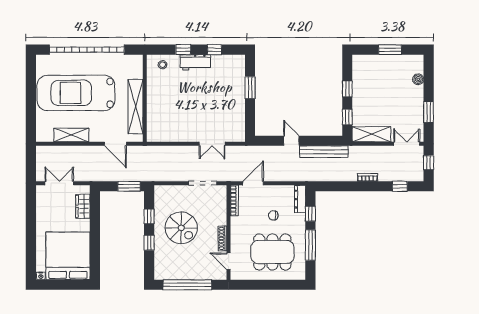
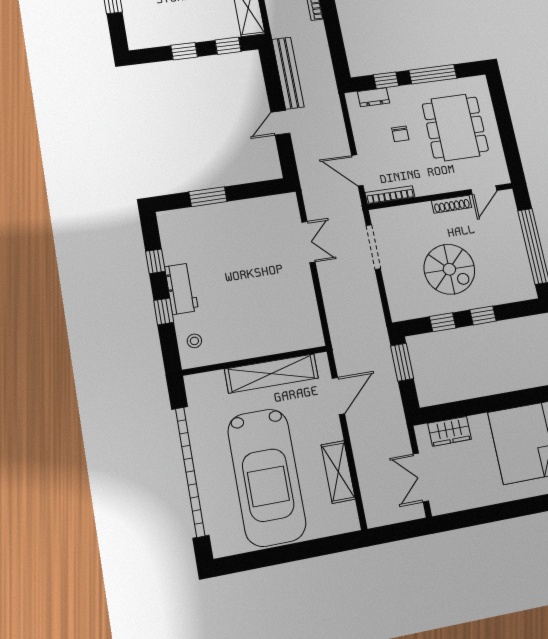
dresser: (300, 199) -> (374, 97), width x0.70
spiral stairs: (181, 228) -> (449, 269), turned 90

